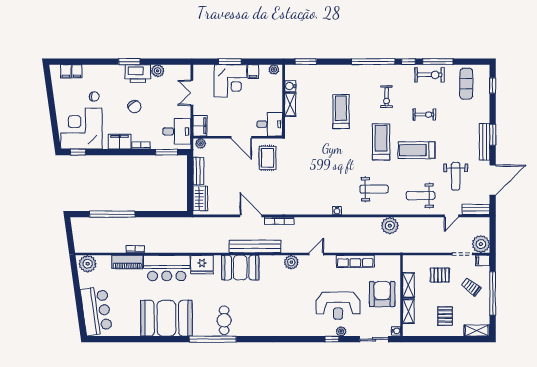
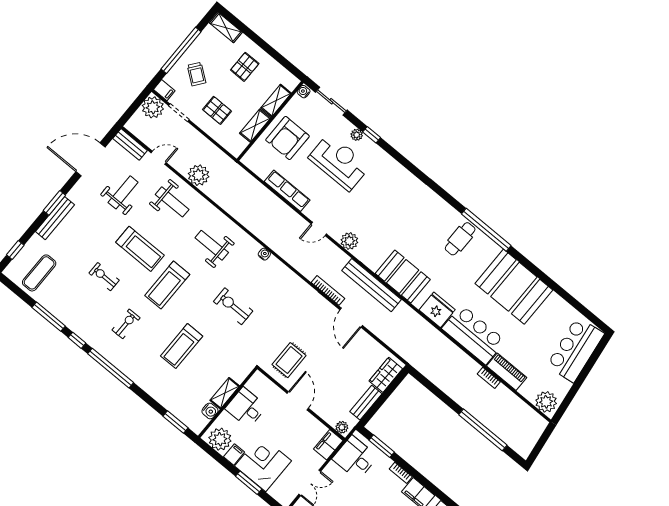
plant: (274, 69) -> (220, 439), width x1.88, depth x1.88
exercise bike: (430, 75) -> (233, 306), moved
desk: (270, 124) -> (246, 408), moved
bench: (485, 142) -> (55, 218), moved
plant: (390, 226) -> (199, 175), moved

